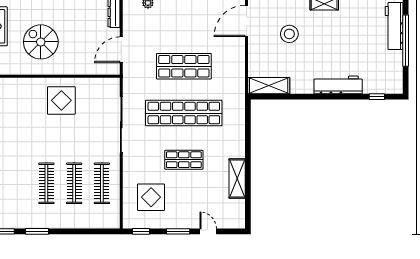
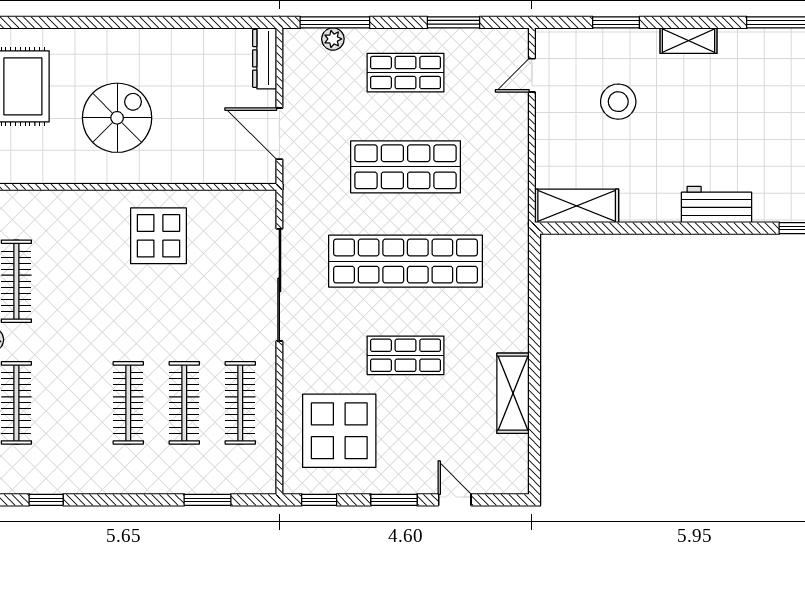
shop shelf: (184, 20) -> (406, 73), added
door: (246, 21) -> (532, 75), width x0.53
spiral stairs: (41, 42) -> (117, 118), turned 90
door: (121, 50) -> (279, 134), hinge flipped
workbench: (338, 85) -> (717, 205), width x0.73
display table: (151, 197) -> (339, 431), width x1.36, depth x1.36
window: (37, 231) -> (207, 500), moved

